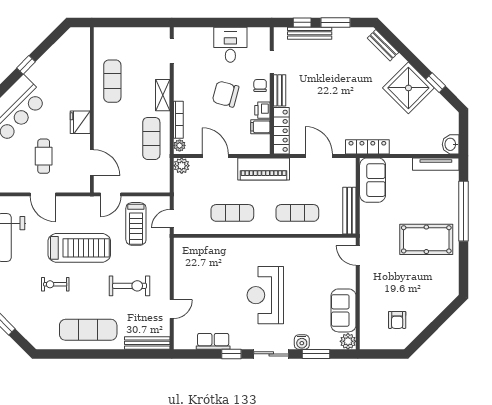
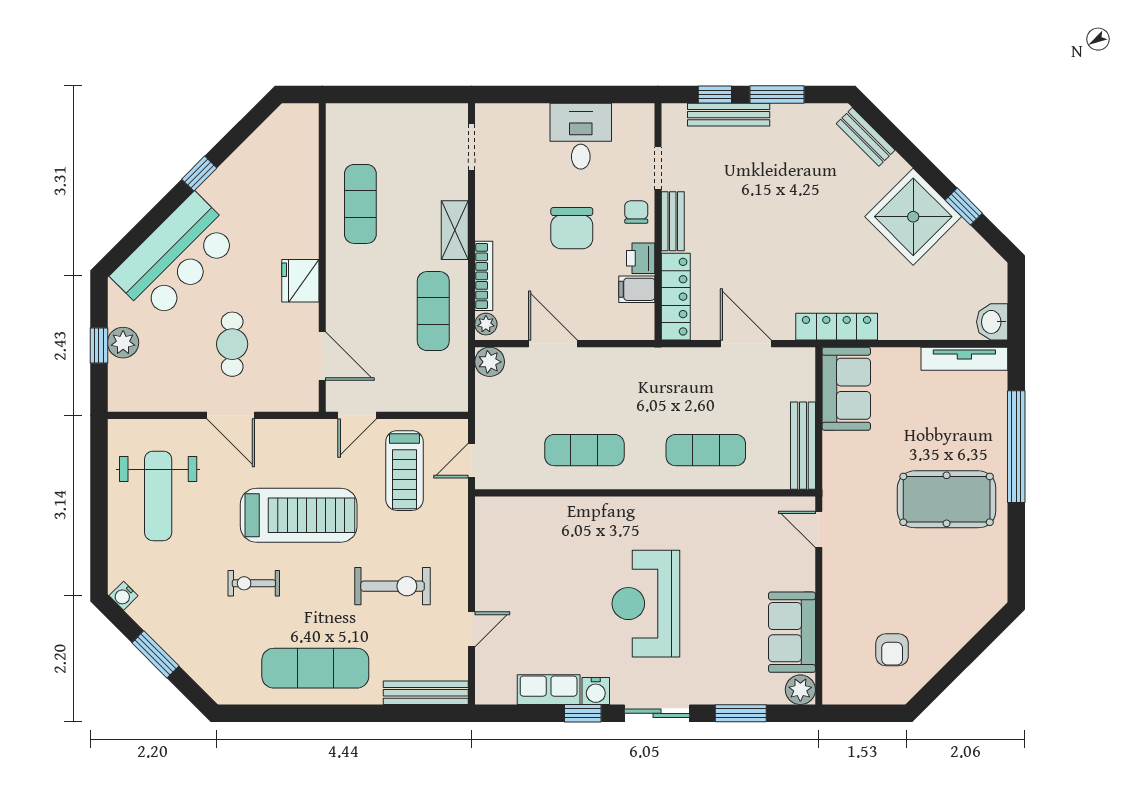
chair: (226, 94) -> (572, 228), turned -105
piano: (264, 169) -> (643, 368), removed
water cooler: (302, 342) -> (596, 691), moved

